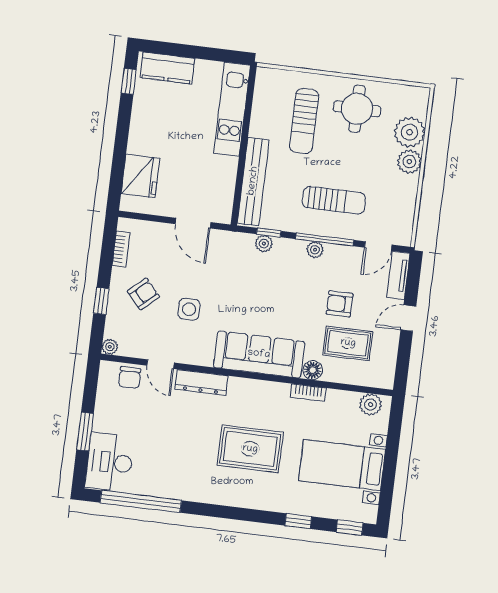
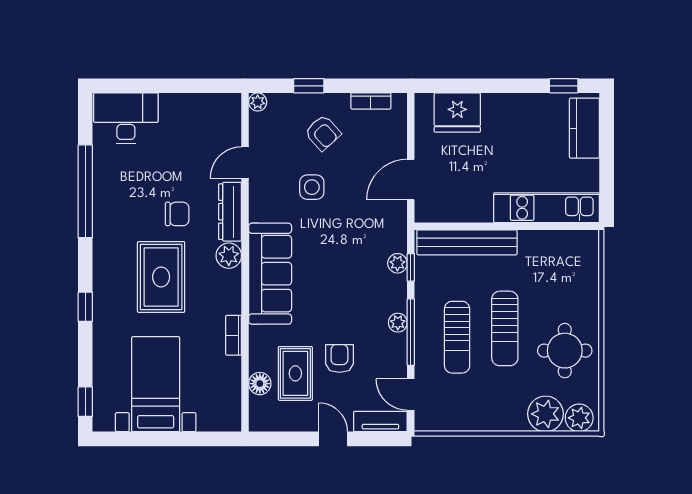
sun lounger: (304, 121) -> (505, 328), moved, turned -90
plant: (409, 162) -> (579, 418), moved
floor lamp: (313, 370) -> (260, 384), moved
chair: (130, 378) -> (177, 214), moved, turned 180
plant: (371, 405) -> (229, 256), moved
window: (85, 432) -> (157, 86), removed
window: (141, 501) -> (85, 191), moved
window: (298, 521) -> (85, 307), moved

